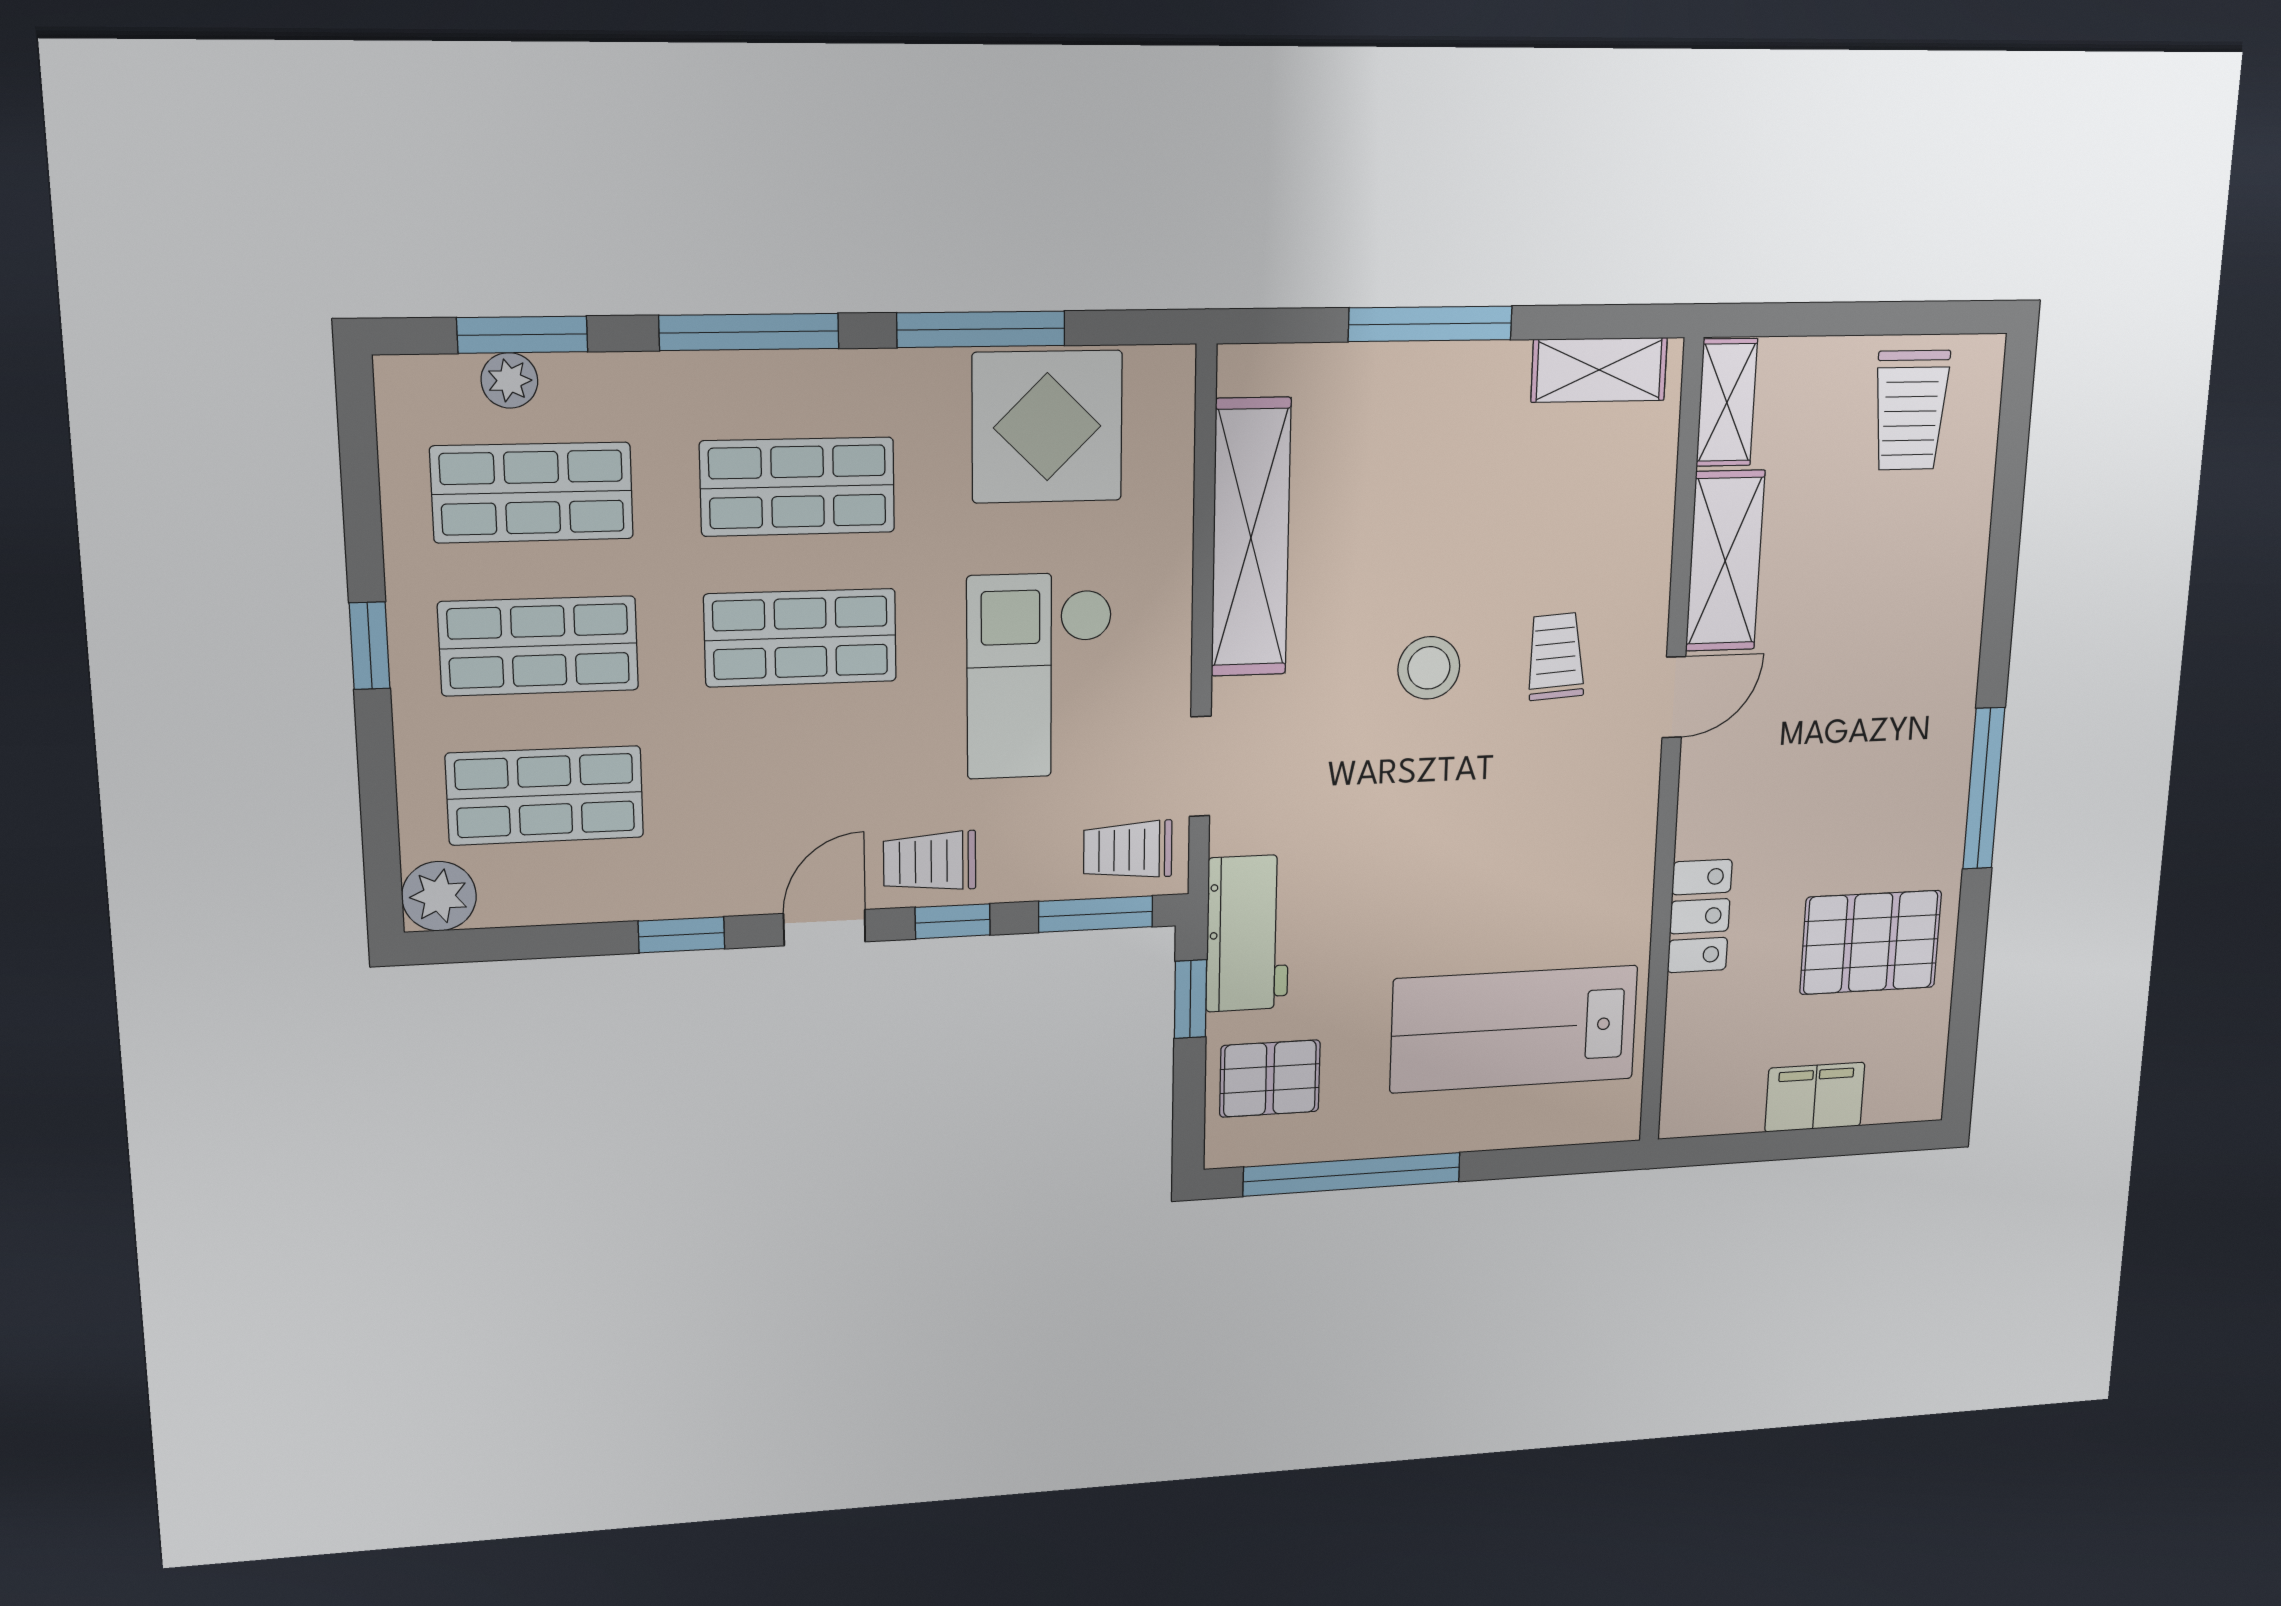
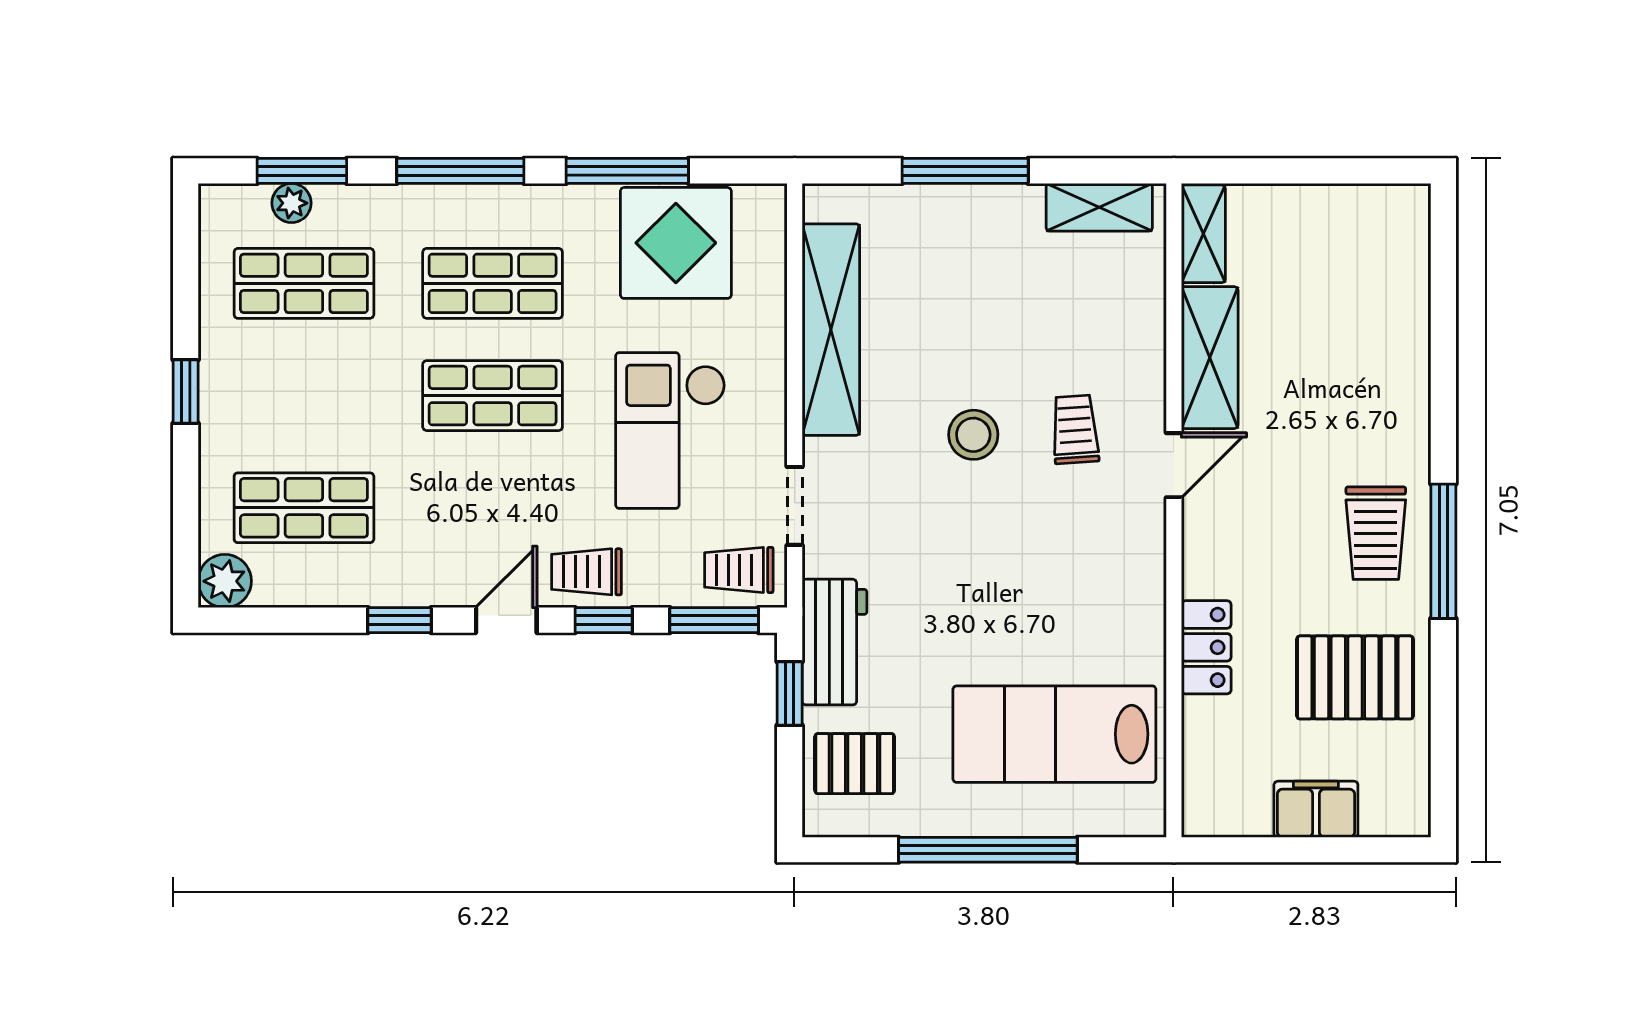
trolley: (1910, 410) -> (1376, 533), moved
shop shelf: (539, 646) -> (304, 396), removed
window: (1352, 1174) -> (988, 850), moved

